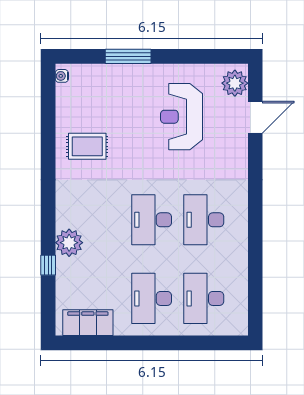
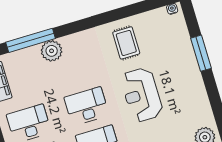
reception desk: (182, 117) -> (142, 95), moved, turned -90
window: (48, 265) -> (31, 40), width x3.17

